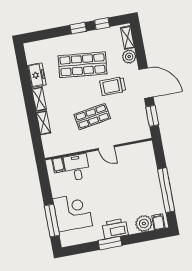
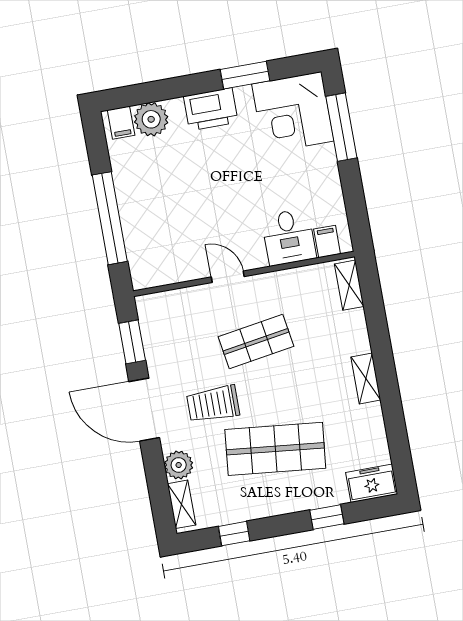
window: (78, 28) -> (327, 517), moved
freezer: (37, 75) -> (372, 483), moved, turned 90
trolley: (113, 86) -> (213, 404), turned 180
shelving: (43, 123) -> (349, 285), moved
window: (166, 190) -> (110, 218), moved
corner desk: (73, 212) -> (293, 113), moved
window: (110, 243) -> (245, 75), moved

